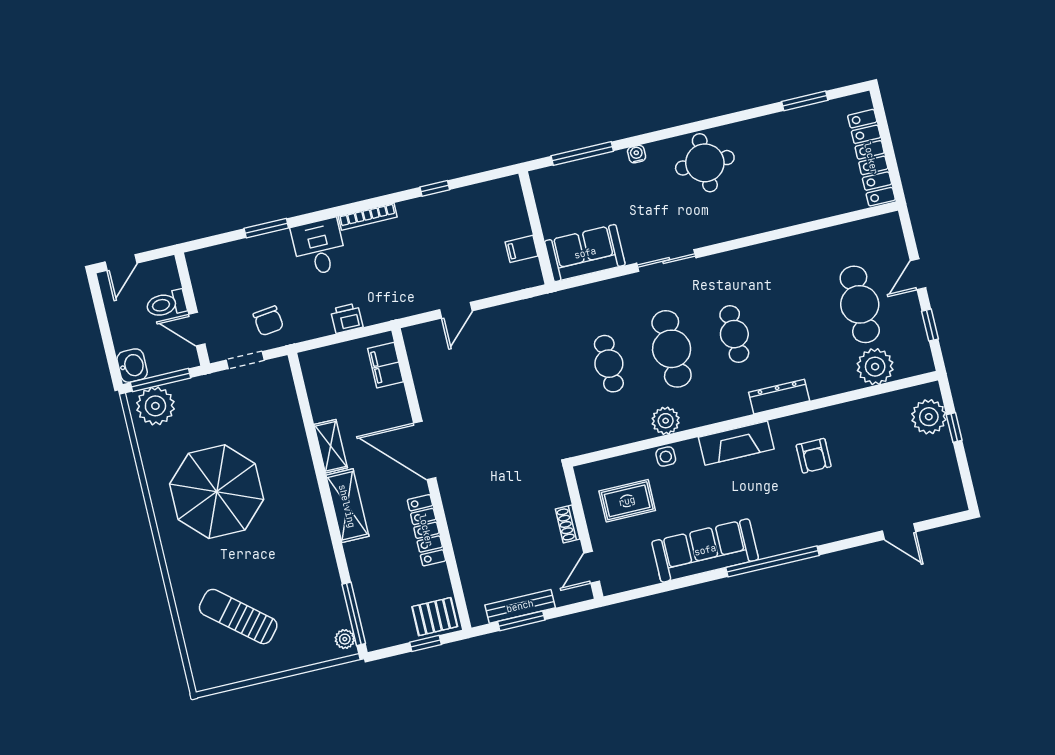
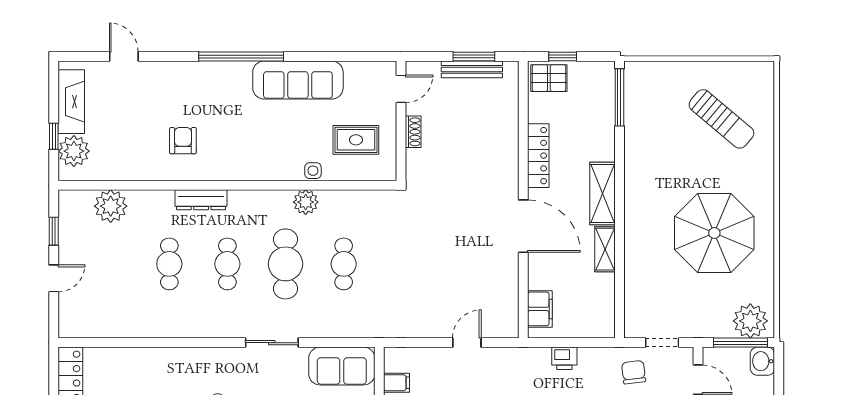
cafe table: (860, 304) -> (169, 264), moved, width x0.73, depth x0.74
fireplace: (736, 443) -> (71, 102), moved, turned 90
plant: (345, 639) -> (633, 77), removed

